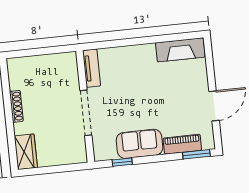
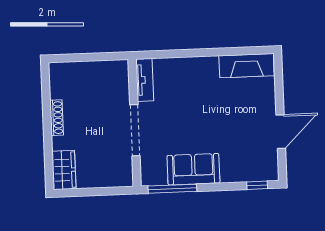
piano: (182, 144) -> (242, 173), removed
window: (196, 154) -> (257, 185), width x0.67
window: (122, 162) -> (172, 189), width x2.17

